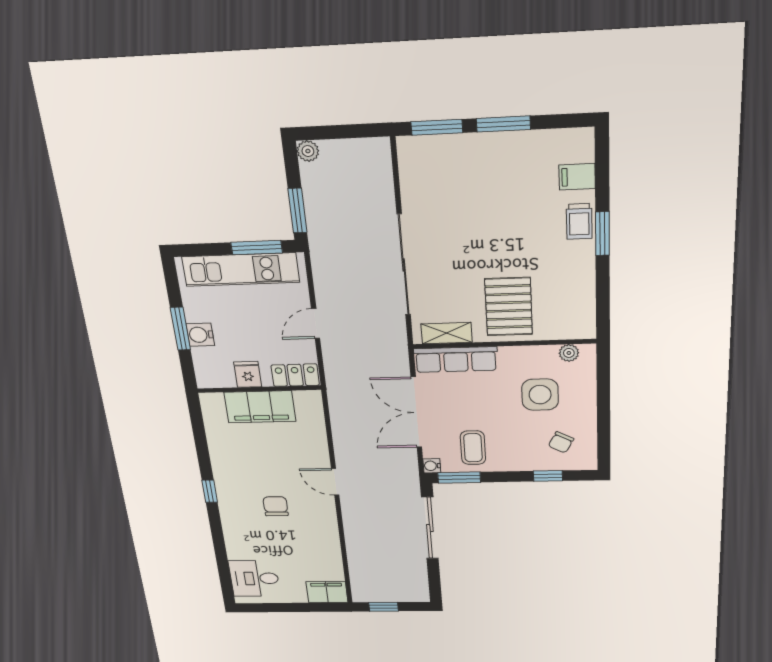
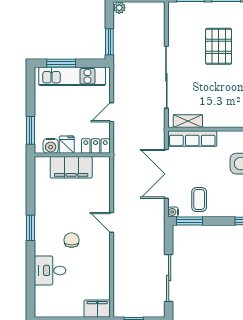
window: (257, 248) -> (61, 63), moved
pallet: (509, 307) -> (219, 46), moved
window: (180, 329) -> (31, 130), moved
water cooler: (200, 335) -> (51, 146), moved, turned -90
window: (210, 491) -> (31, 228), width x1.50
sliding door: (430, 528) -> (169, 278), moved
desk: (254, 578) -> (50, 270), moved

